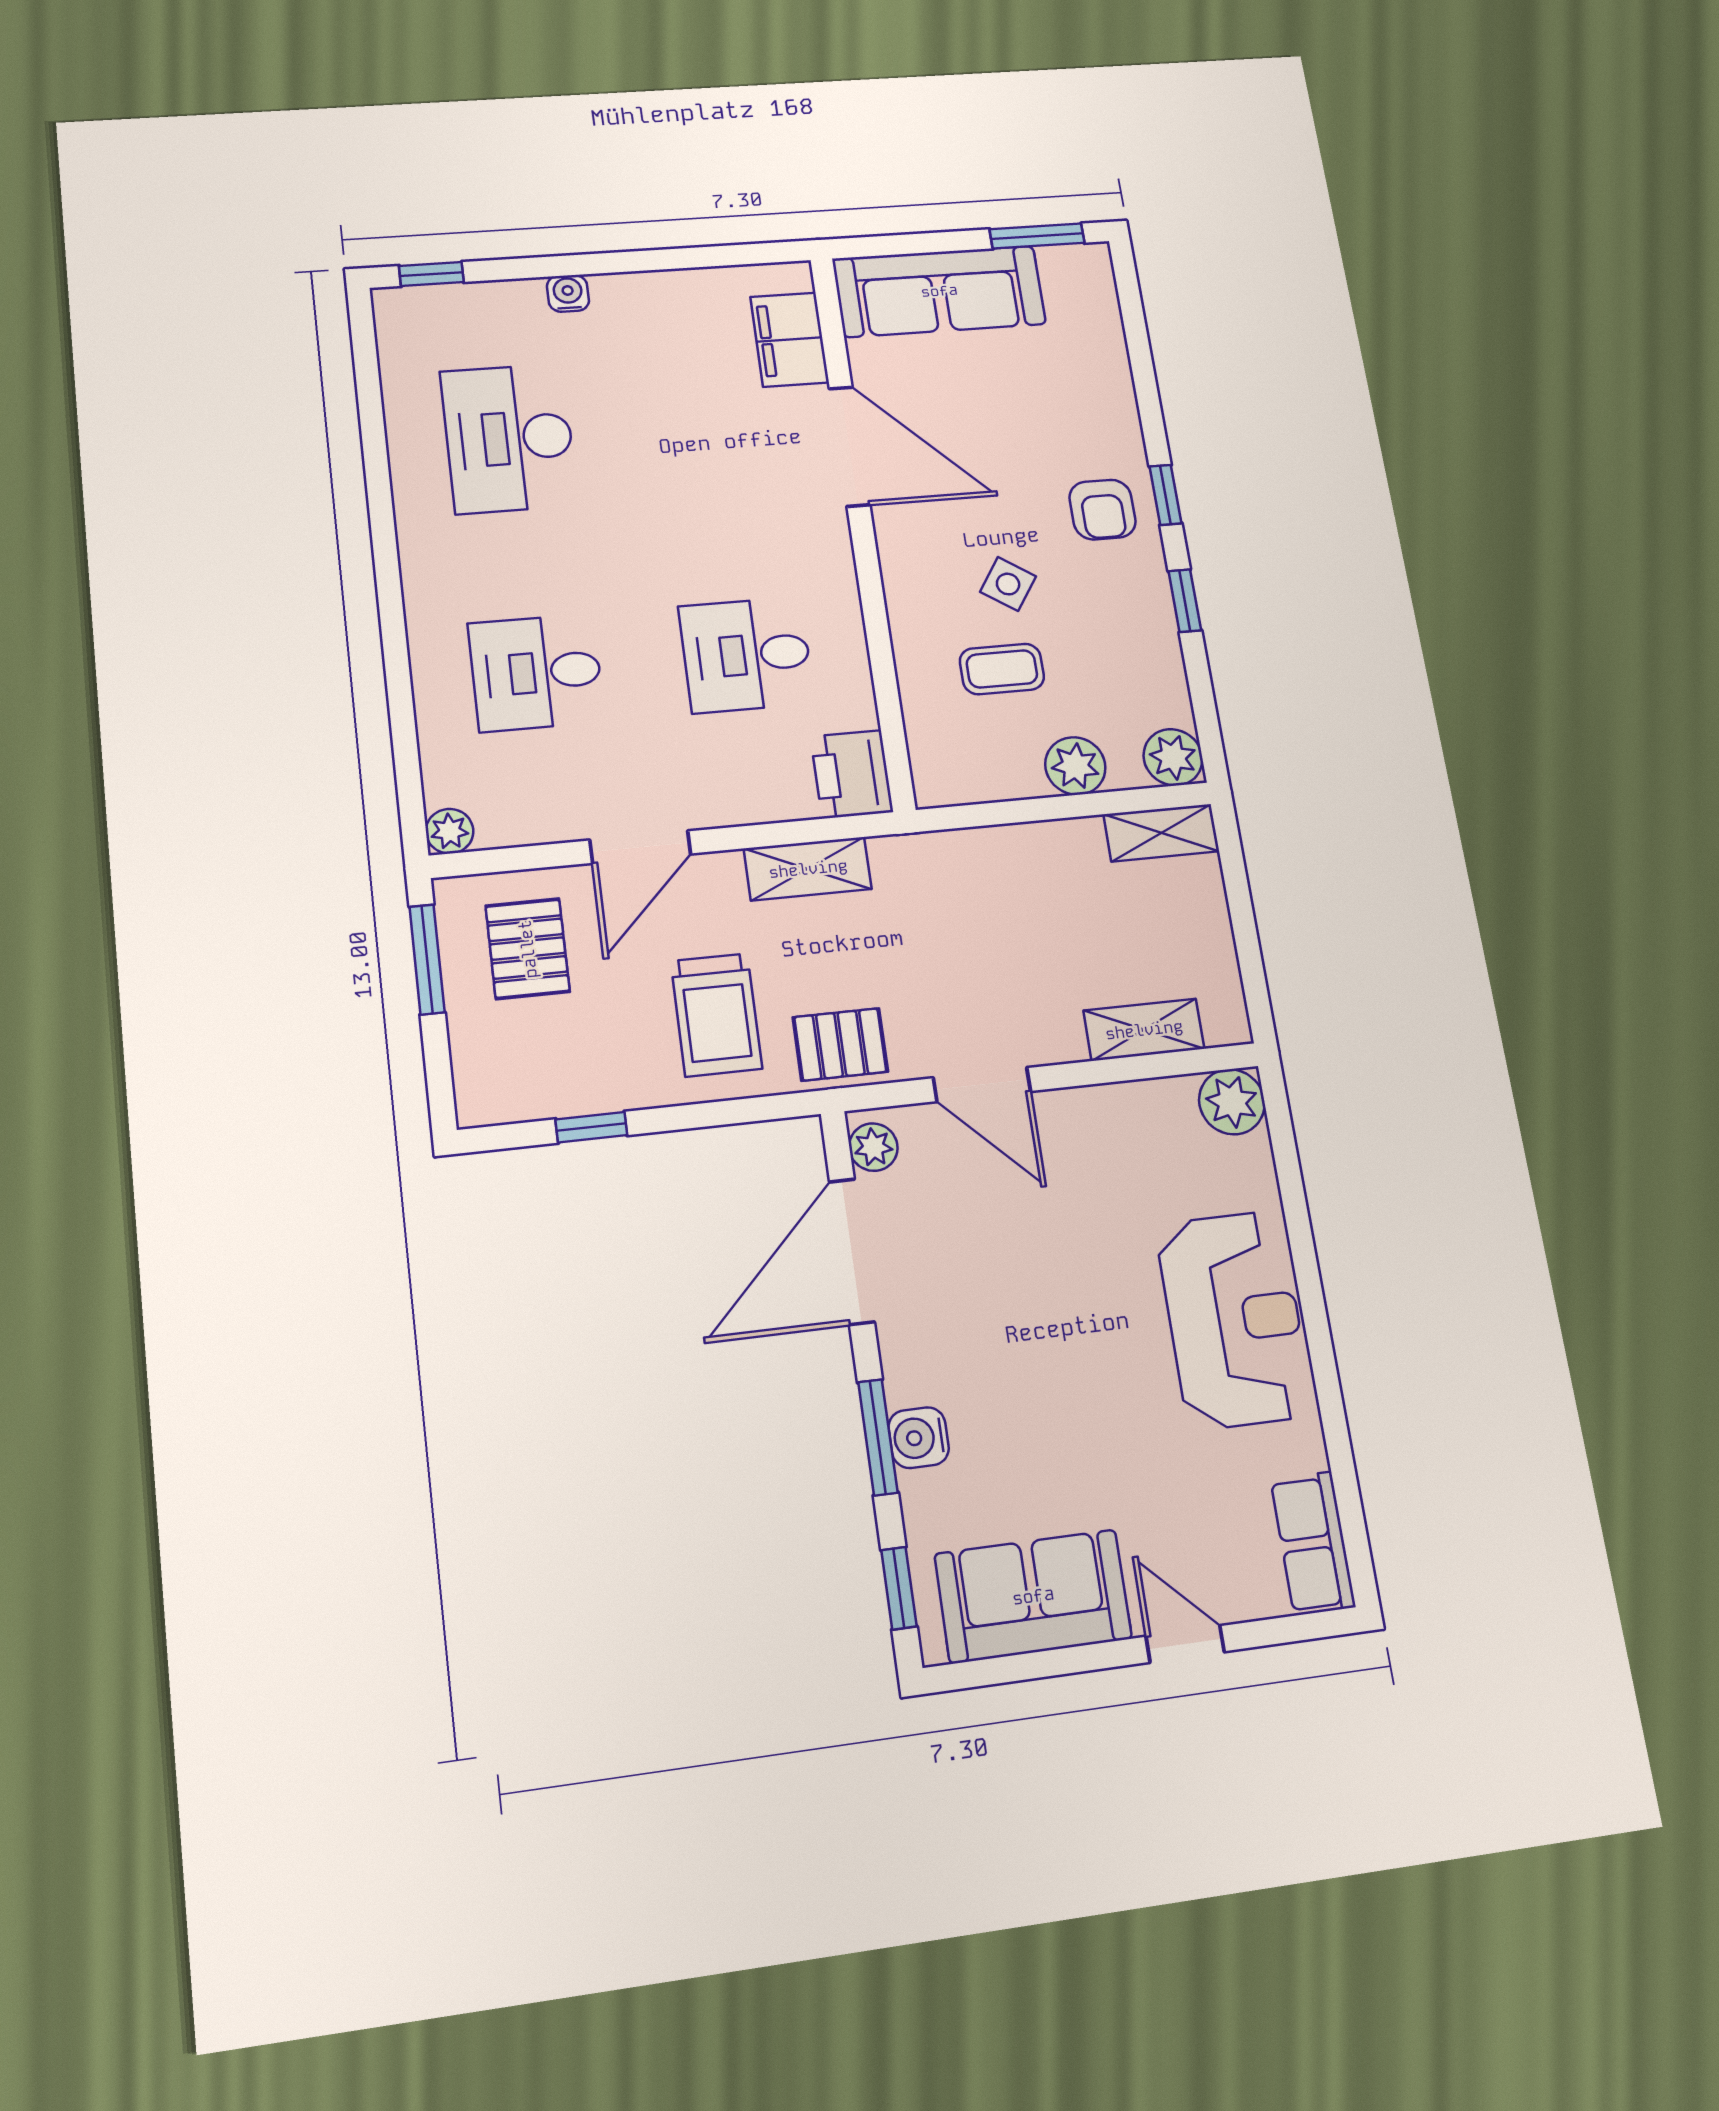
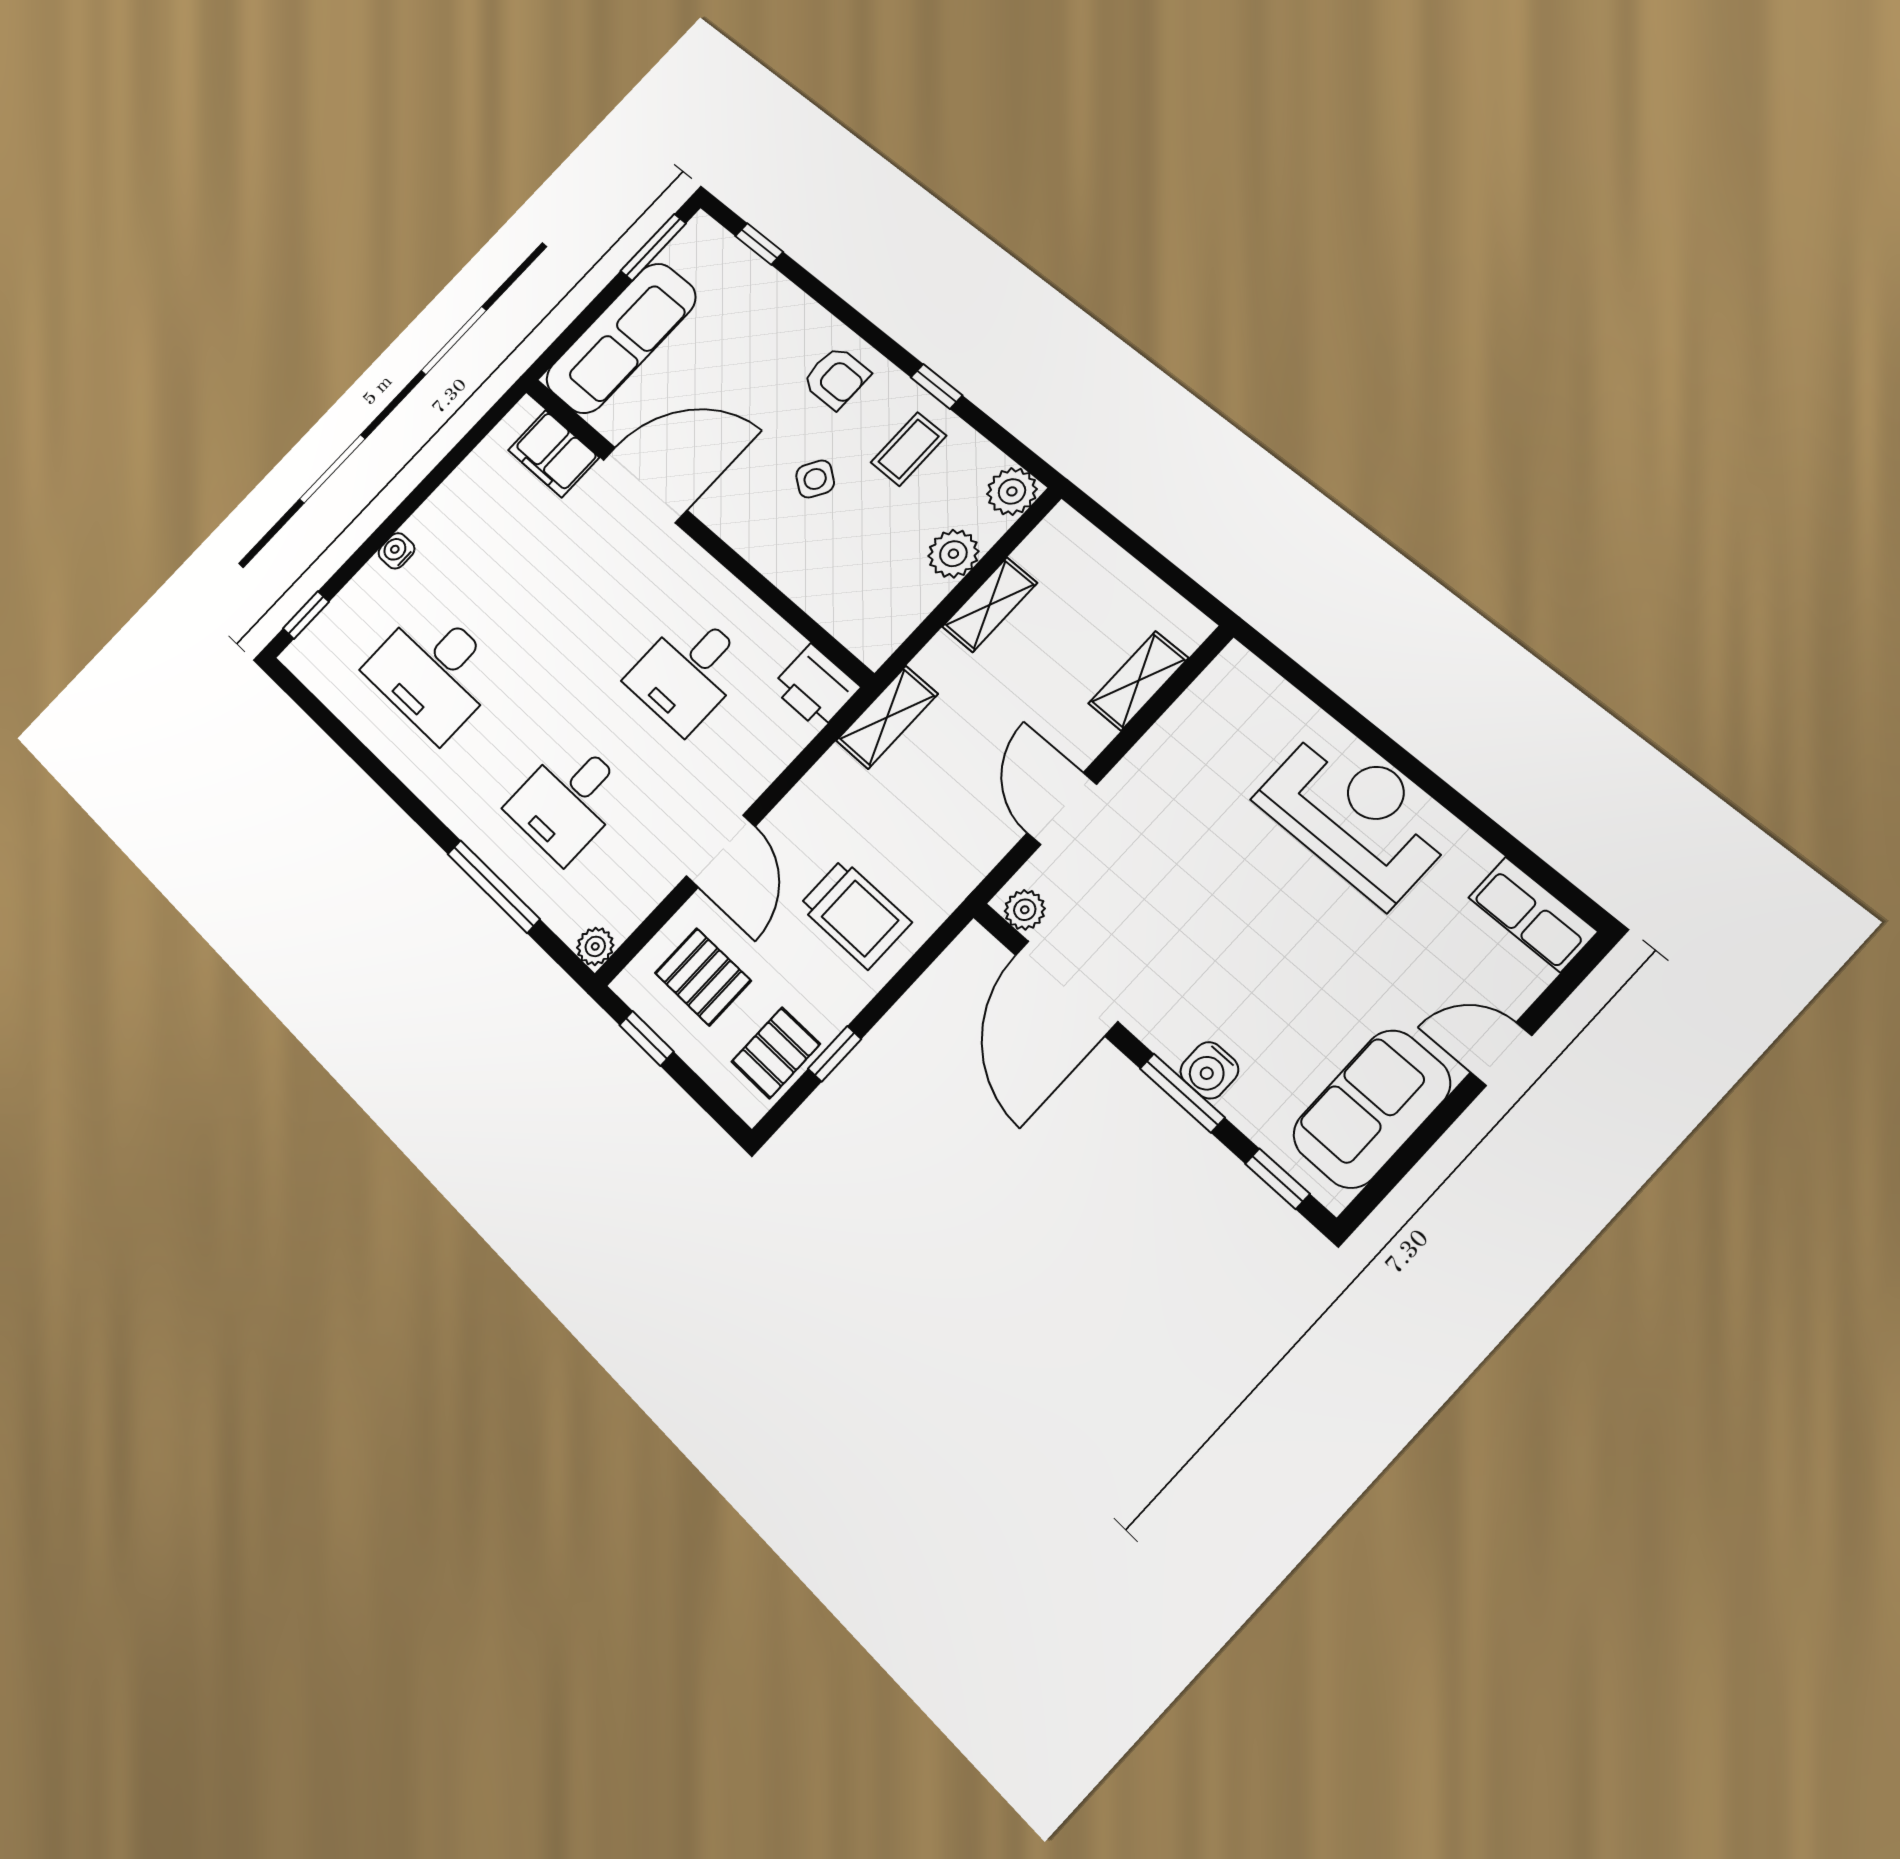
window: (1166, 495) -> (759, 244), moved
coffee table: (1002, 669) -> (908, 449), moved
window: (399, 690) -> (493, 886), added
shelving: (1161, 833) -> (990, 605), moved
shelving: (808, 869) -> (887, 717), moved
window: (427, 959) -> (646, 1038), width x0.67
pallet: (840, 1044) -> (776, 1053), moved
door: (982, 1085) -> (1062, 809), swing flipped
plant: (1232, 1102) -> (1236, 676), removed

